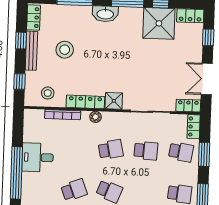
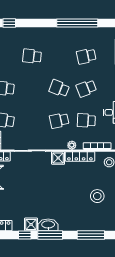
washbasin: (105, 14) -> (48, 225), moved
shower: (159, 23) -> (31, 224), width x0.54, depth x0.54
school desk: (146, 151) -> (86, 120), moved

